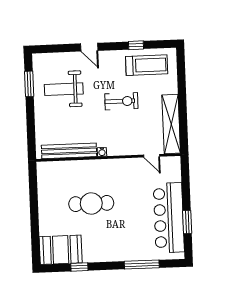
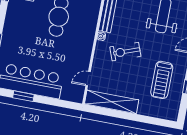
treadmill: (147, 65) -> (162, 80), moved
exercise bike: (121, 101) -> (125, 52), moved, turned 70

